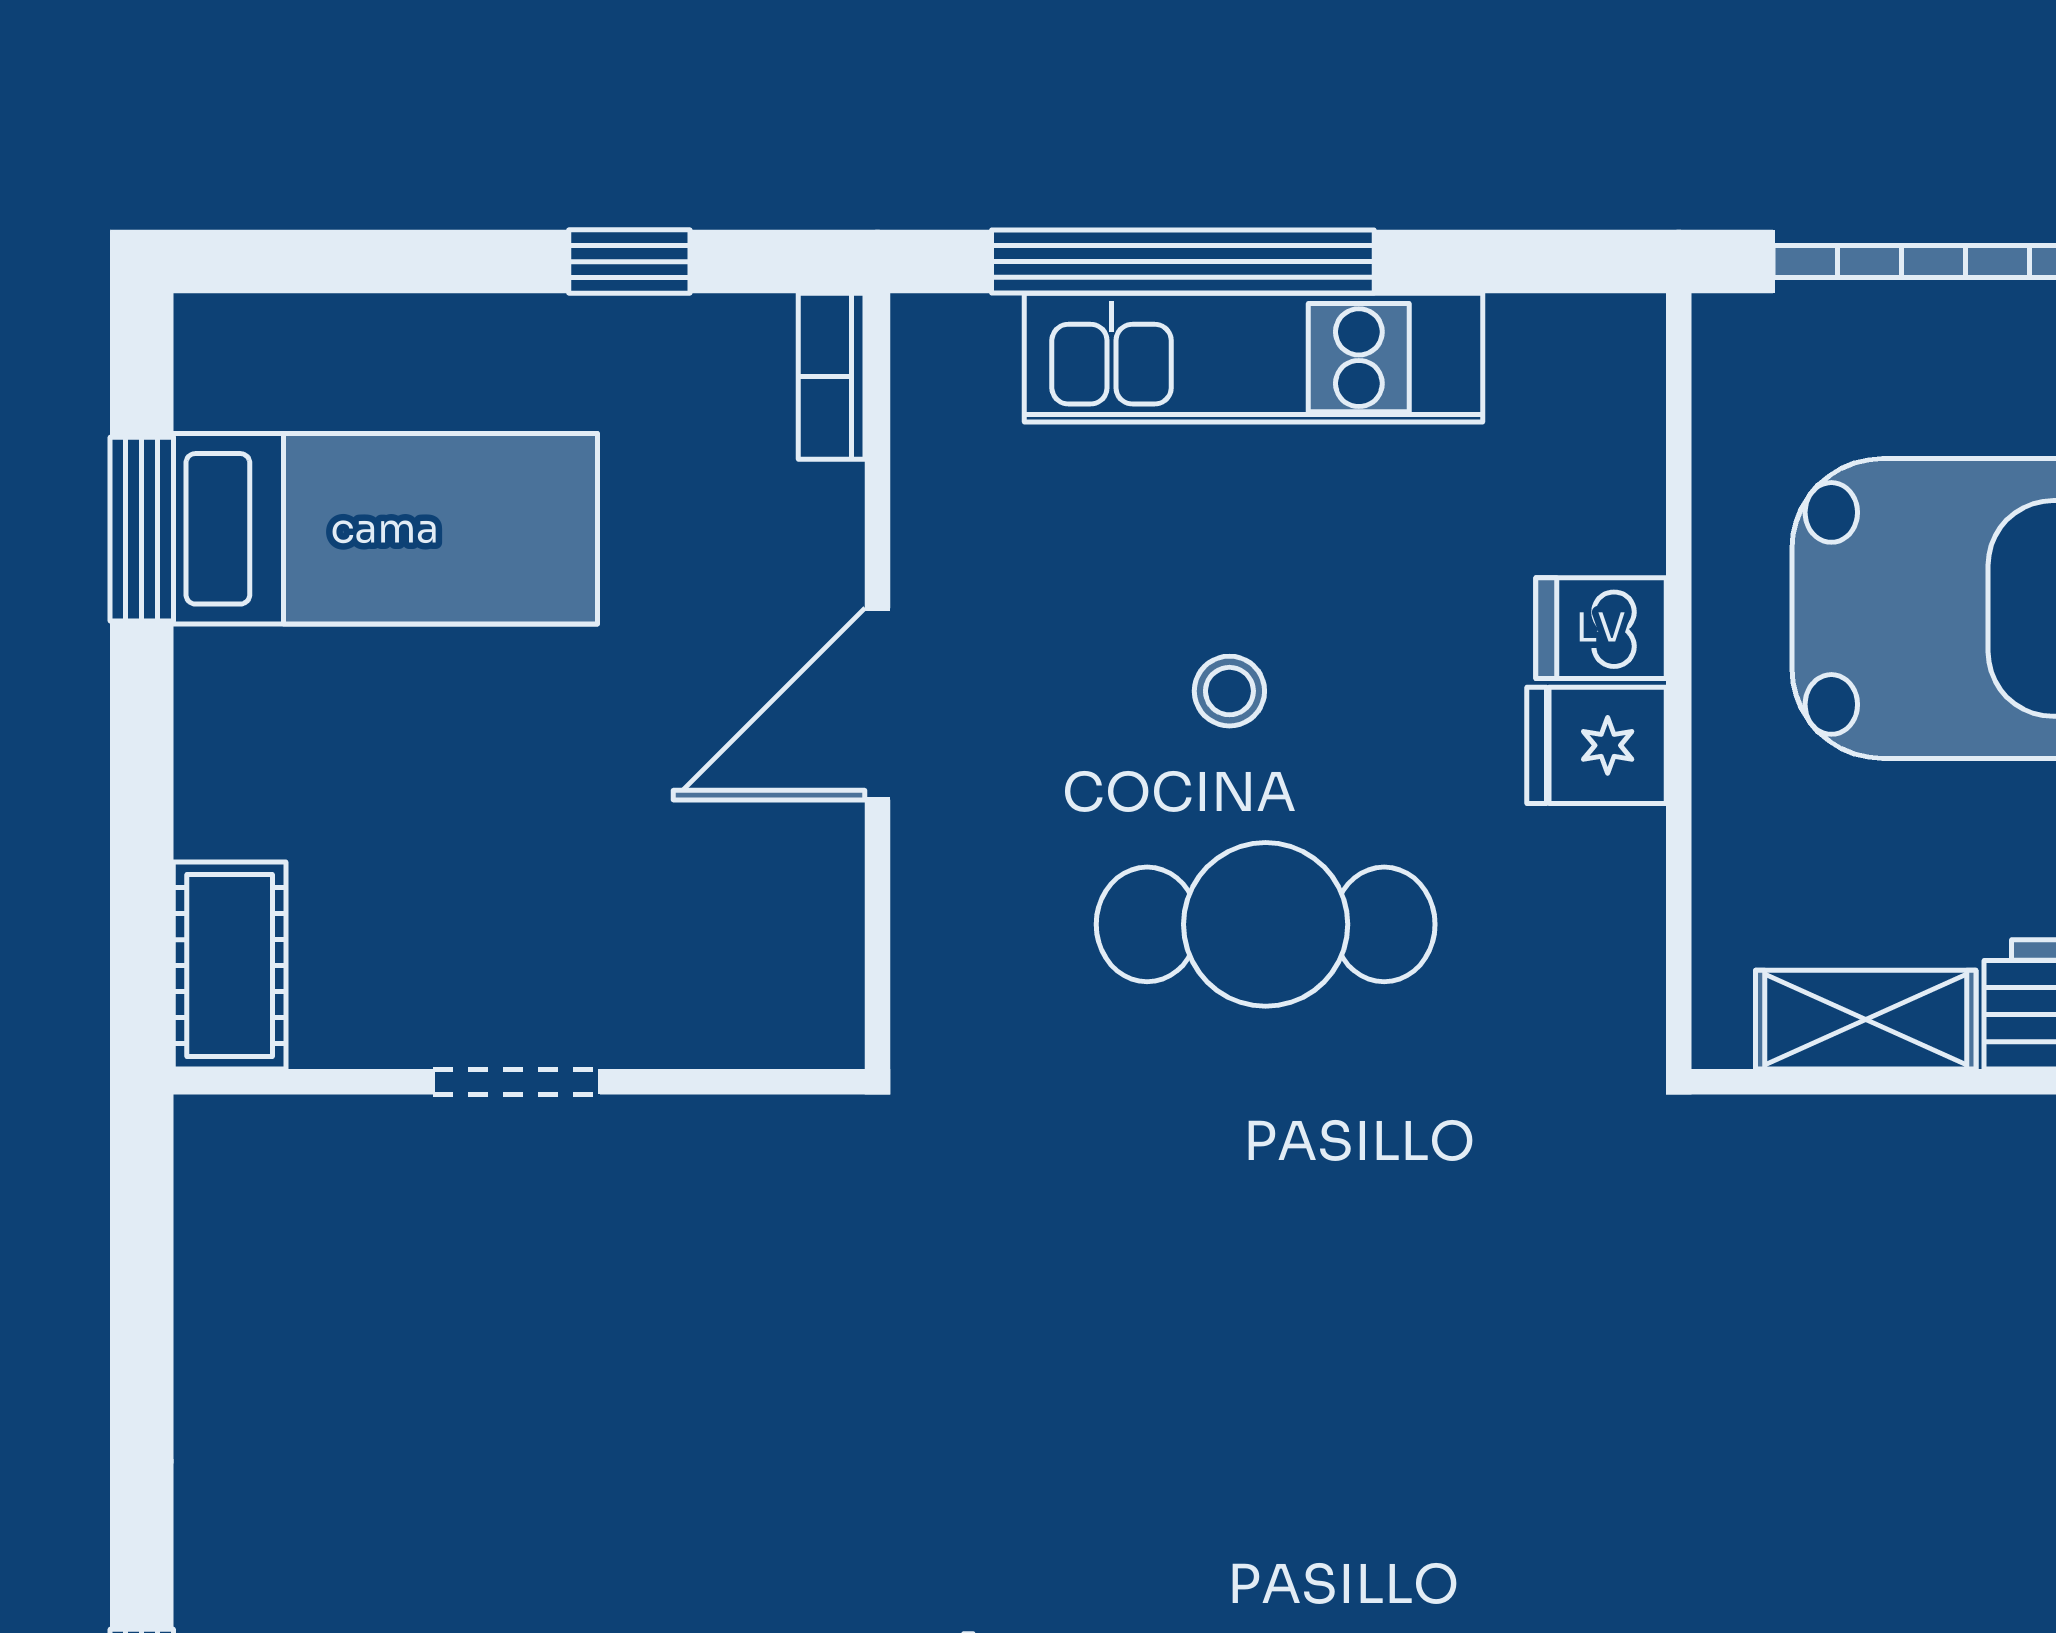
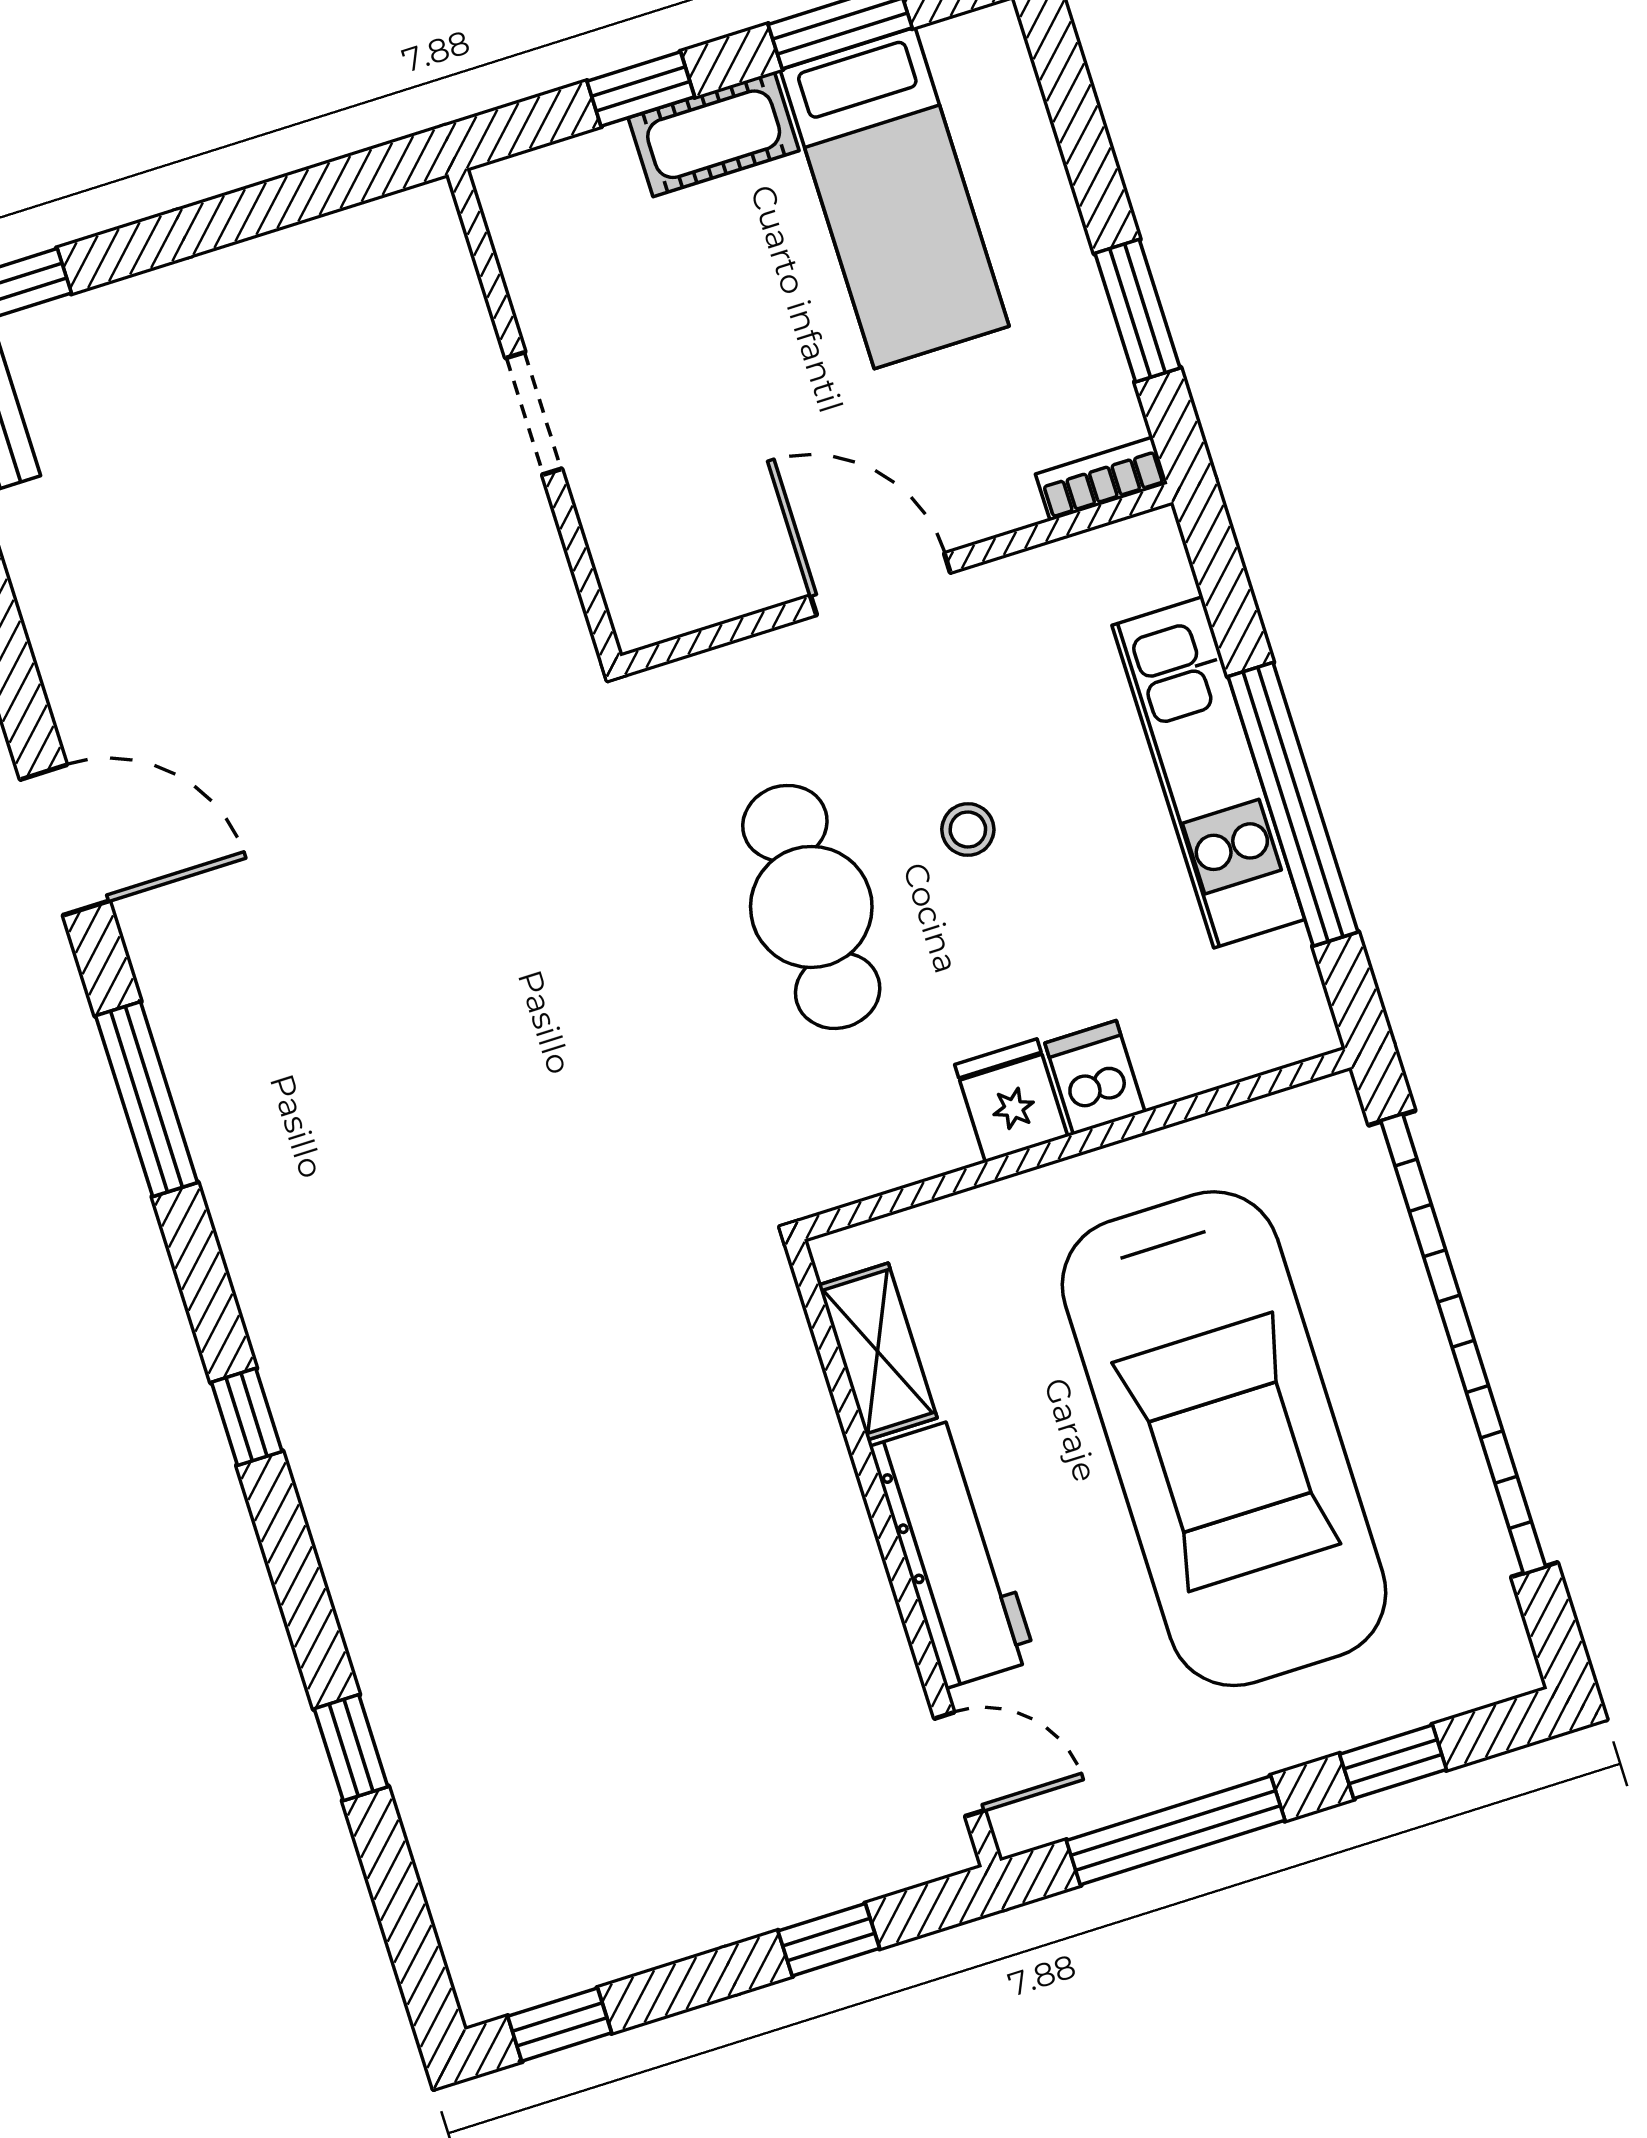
window: (629, 262) -> (1137, 311), width x1.50
window: (1183, 262) -> (1293, 804), moved
window: (142, 812) -> (641, 89), added
cot: (230, 965) -> (714, 134), moved

